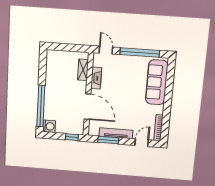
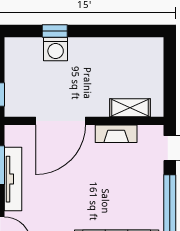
window: (41, 106) -> (55, 31), width x0.32
washing machine: (49, 126) -> (56, 49), moved

